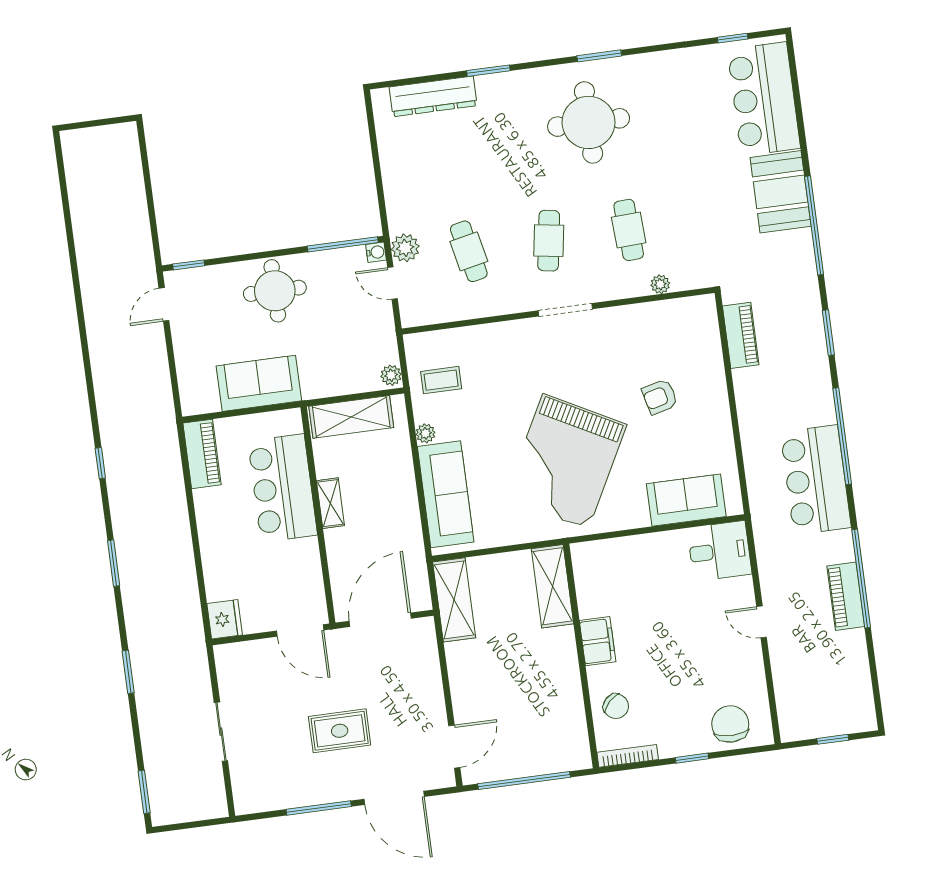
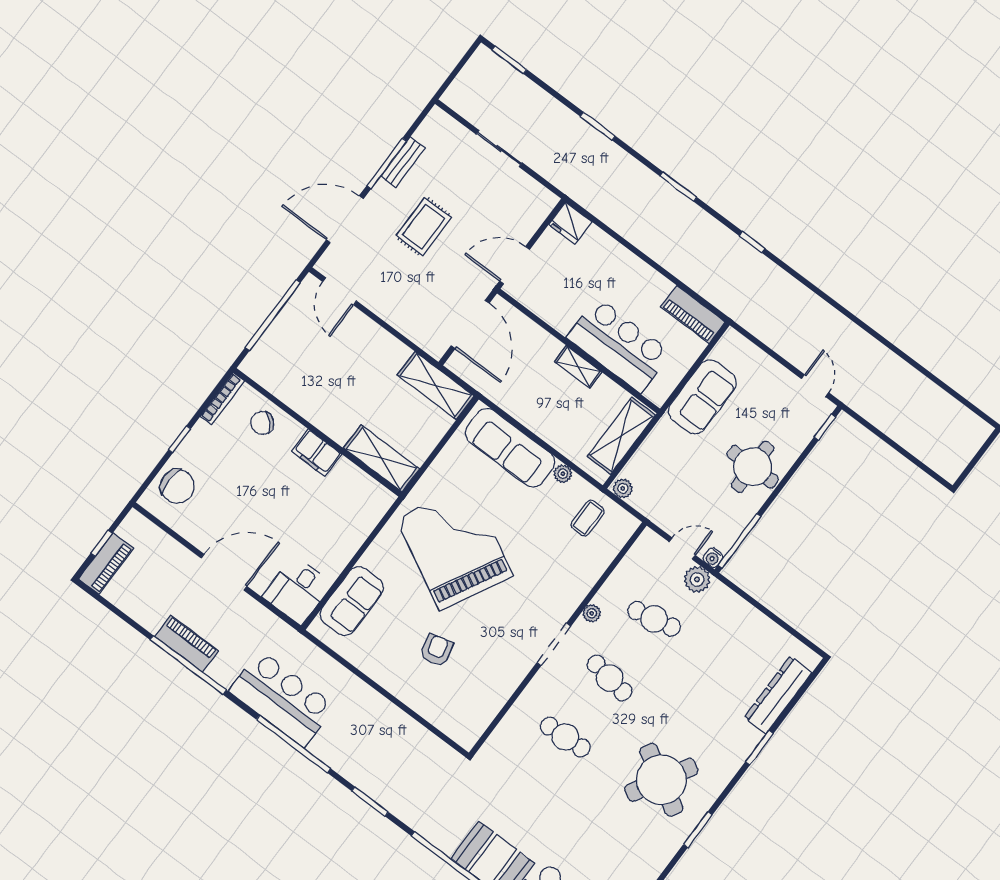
round table: (589, 122) -> (661, 780), turned 30
plant: (660, 284) -> (592, 613), moved
piano: (741, 335) -> (106, 564), moved, turned -90
door: (762, 622) -> (224, 572), width x1.87
bench: (305, 796) -> (403, 162), added

